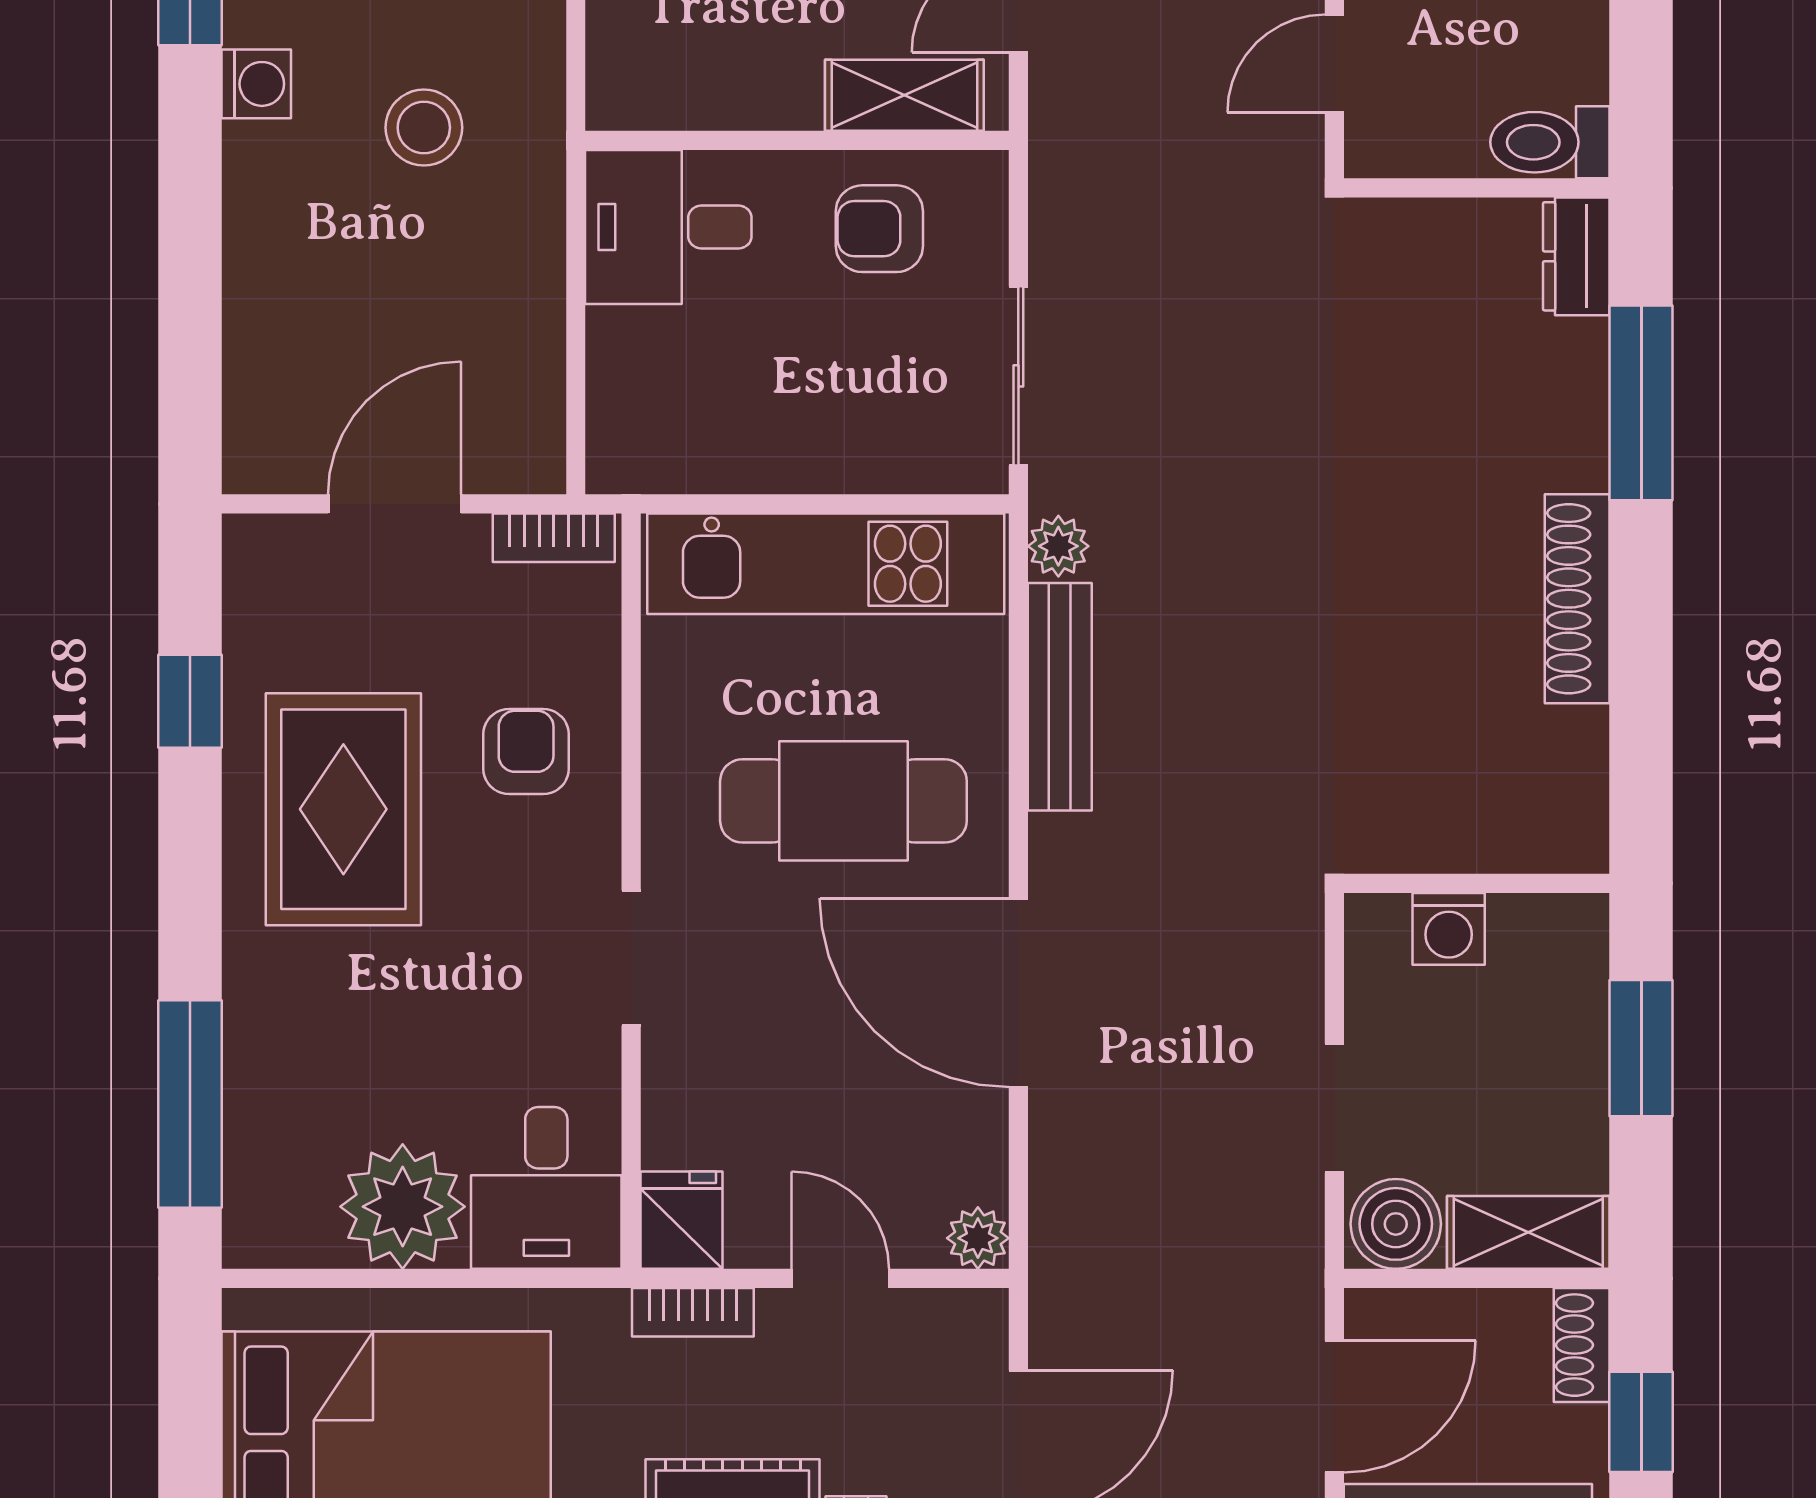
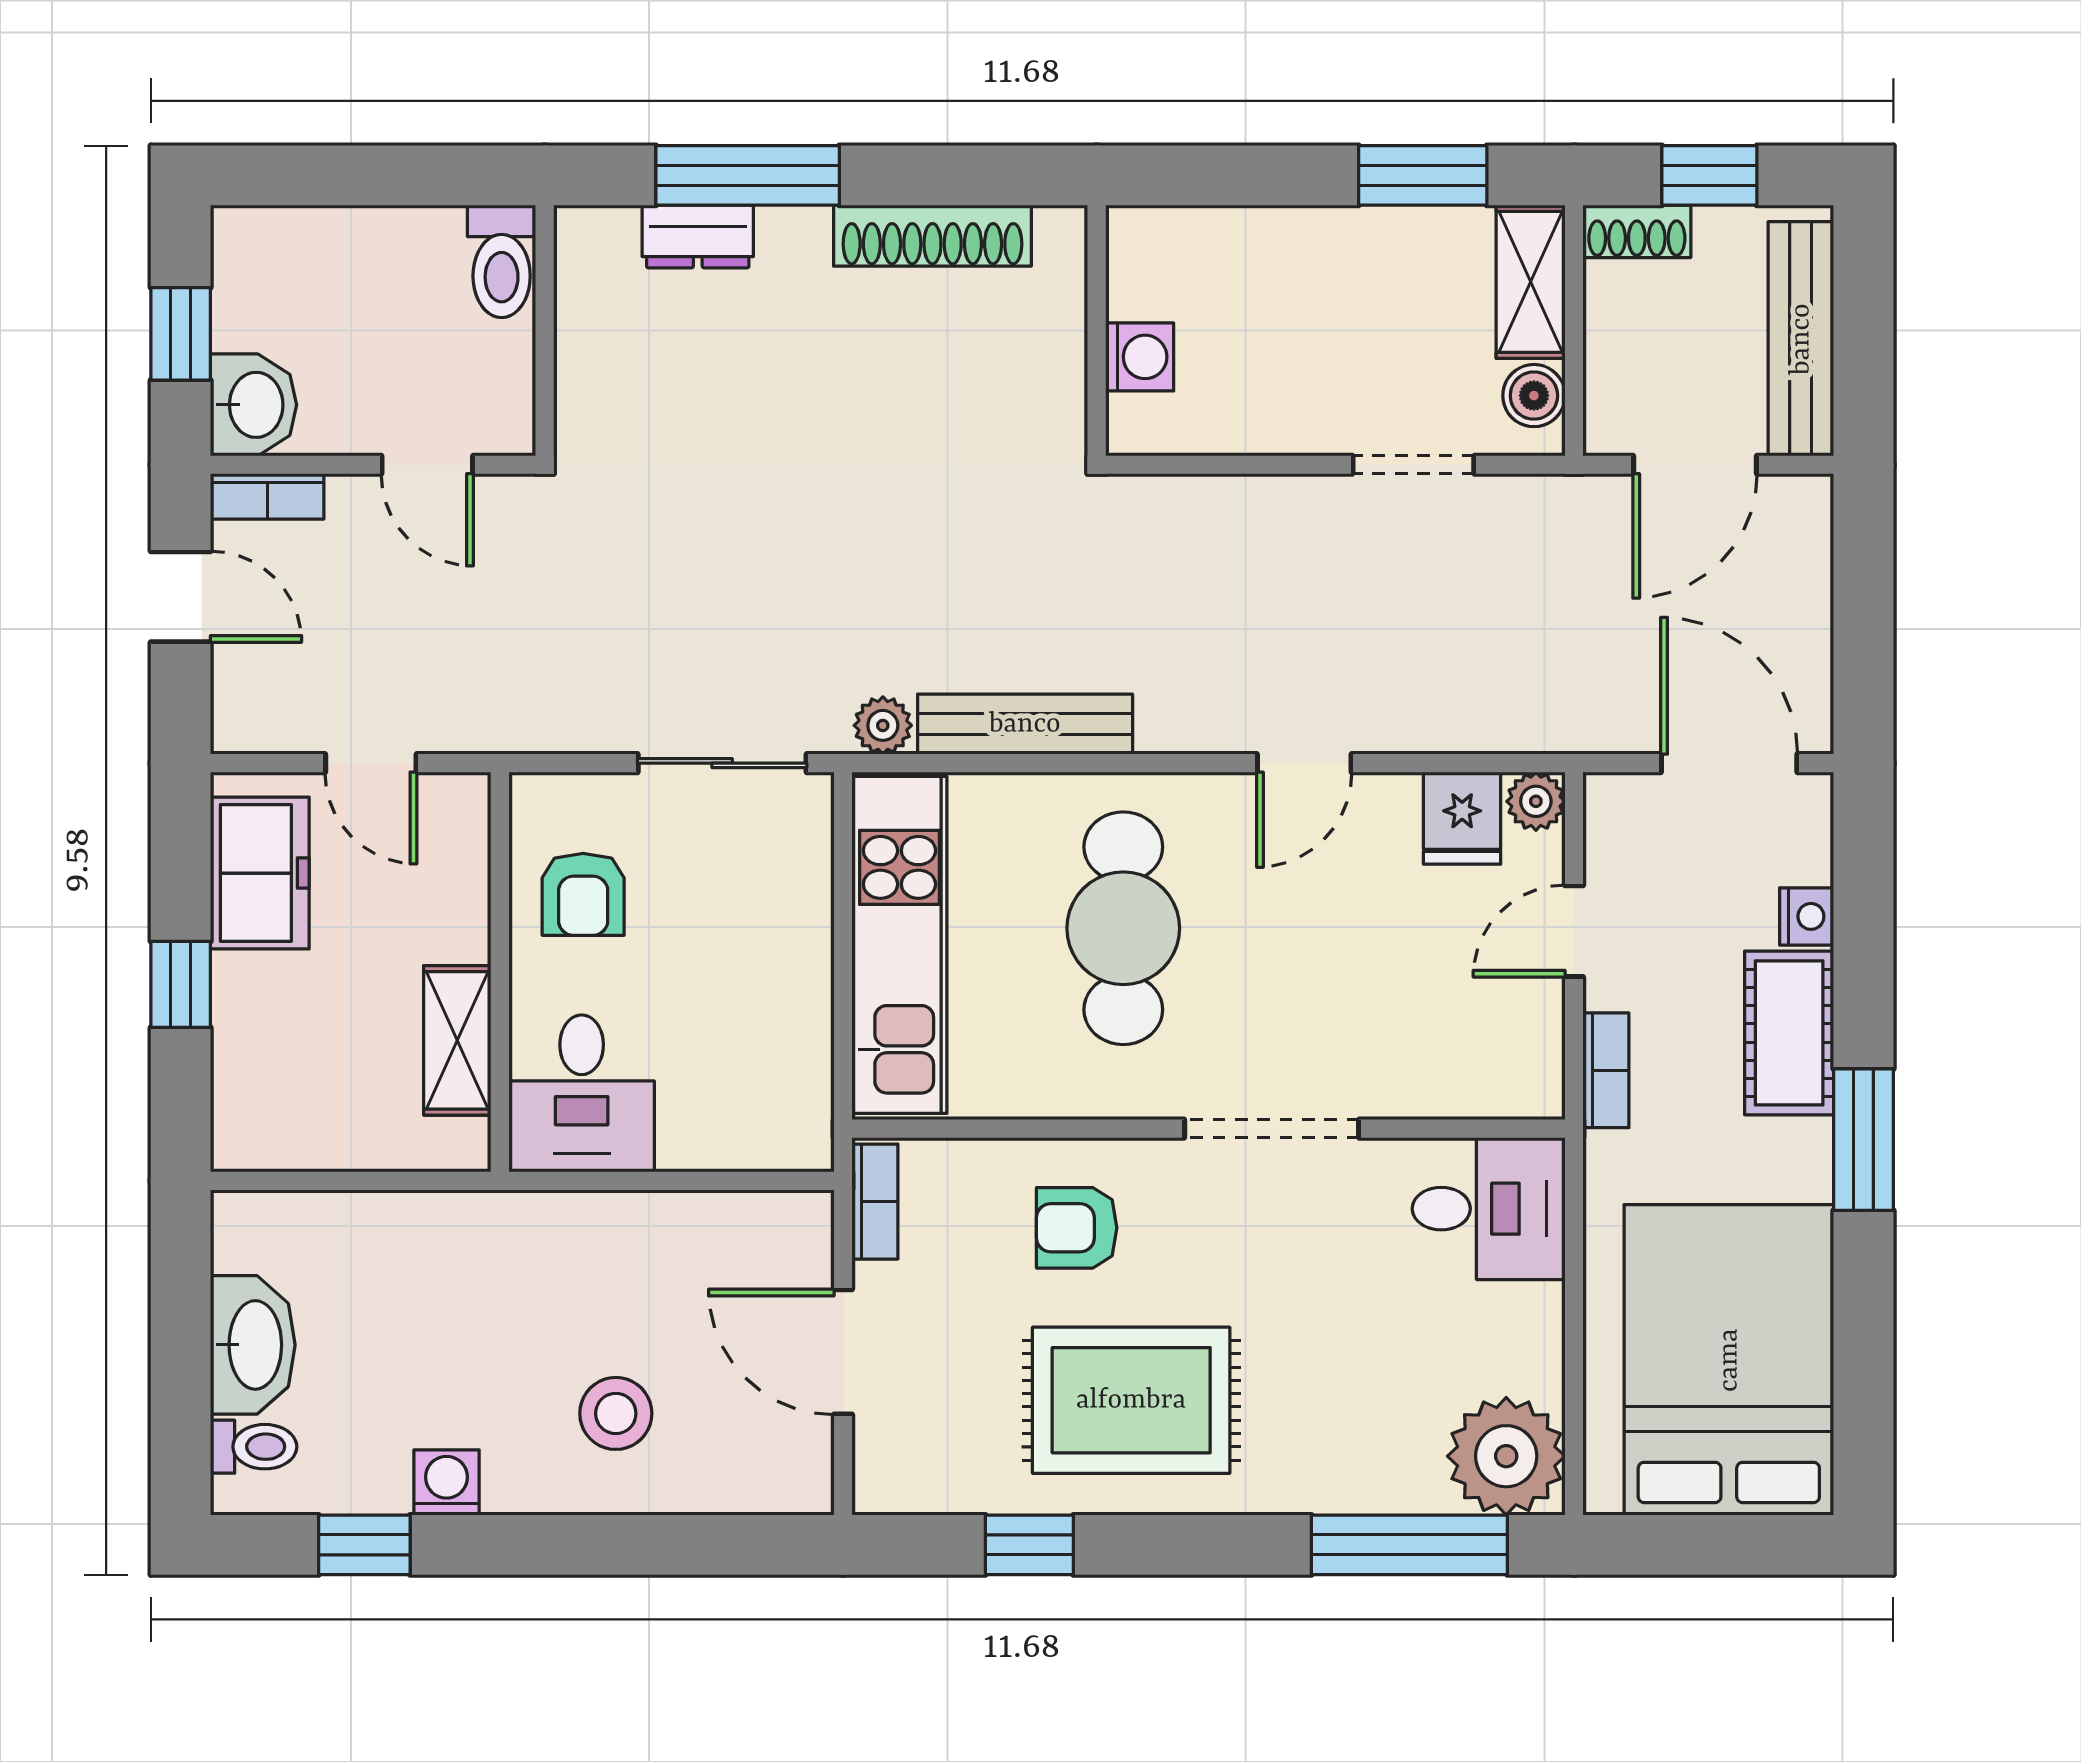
shelving: (904, 95) -> (457, 1040), moved
stool: (424, 128) -> (616, 1413), moved
dresser: (1576, 256) -> (698, 237), moved
wall: (1477, 883) -> (1097, 331), moved
washing machine: (1449, 929) -> (1140, 357), moved
doorway: (631, 958) -> (1272, 1129), width x1.38
door: (1018, 993) -> (1304, 763), width x0.53
window: (1641, 1048) -> (1423, 175), moved
plant: (403, 1207) -> (1506, 1456), moved
fridge: (681, 1220) -> (1462, 818), moved, turned -90
boiler: (1396, 1224) -> (1534, 396), width x0.73, depth x0.73
door: (1334, 1407) -> (1695, 465), swing flipped

